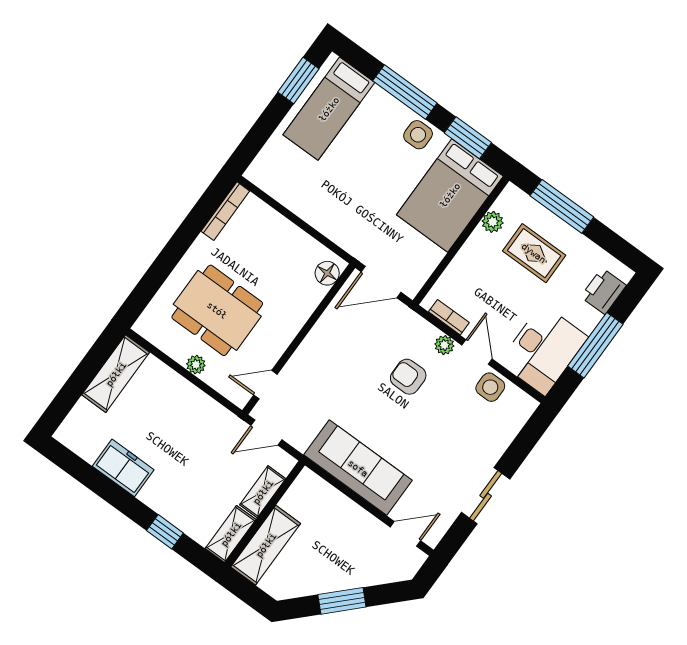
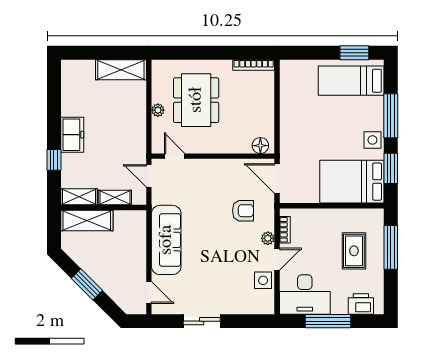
plant: (493, 222) -> (354, 216), removed
armchair: (408, 377) -> (243, 211), moved, turned 90
freezer: (123, 468) -> (72, 135), moved

